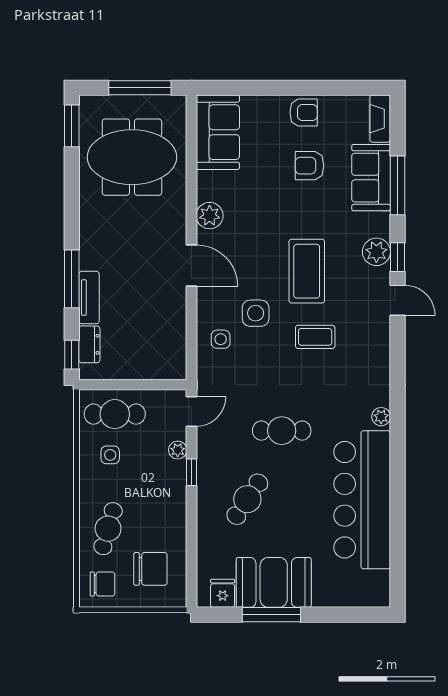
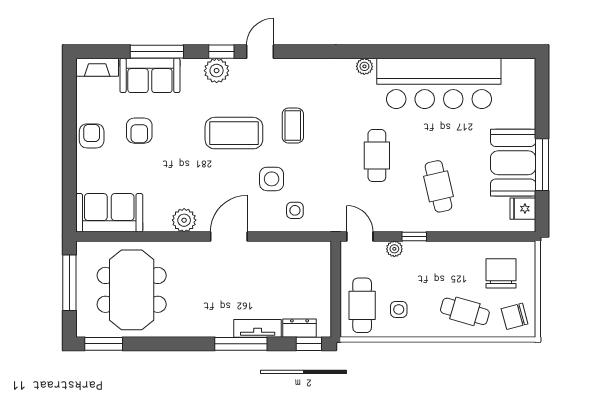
cafe table: (247, 499) -> (438, 186), turned 43
chair: (102, 584) -> (515, 316), turned -105

